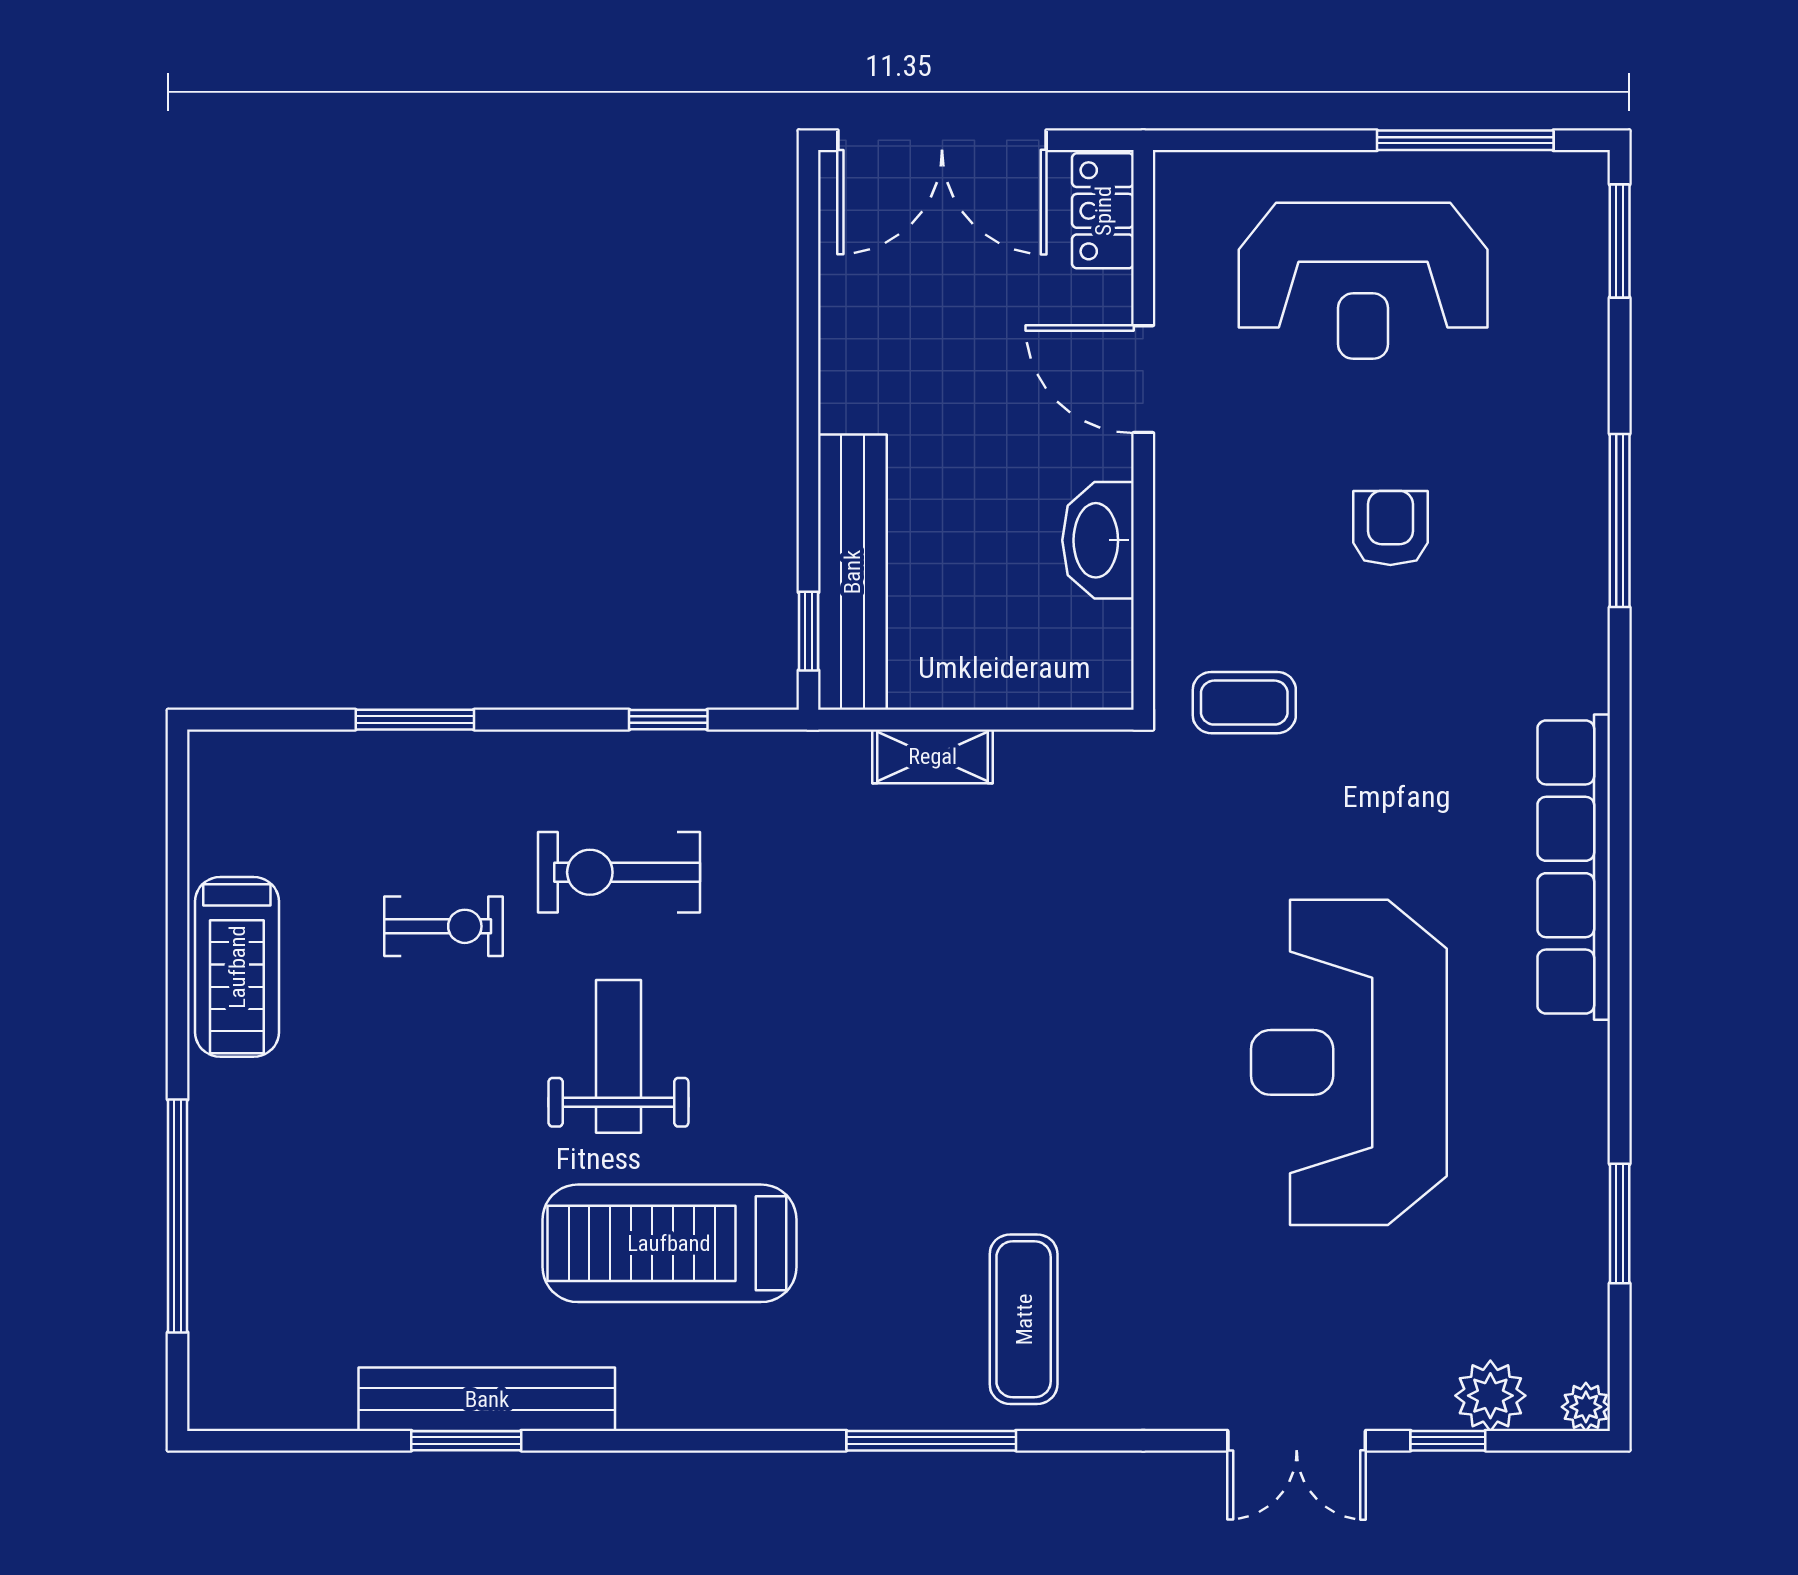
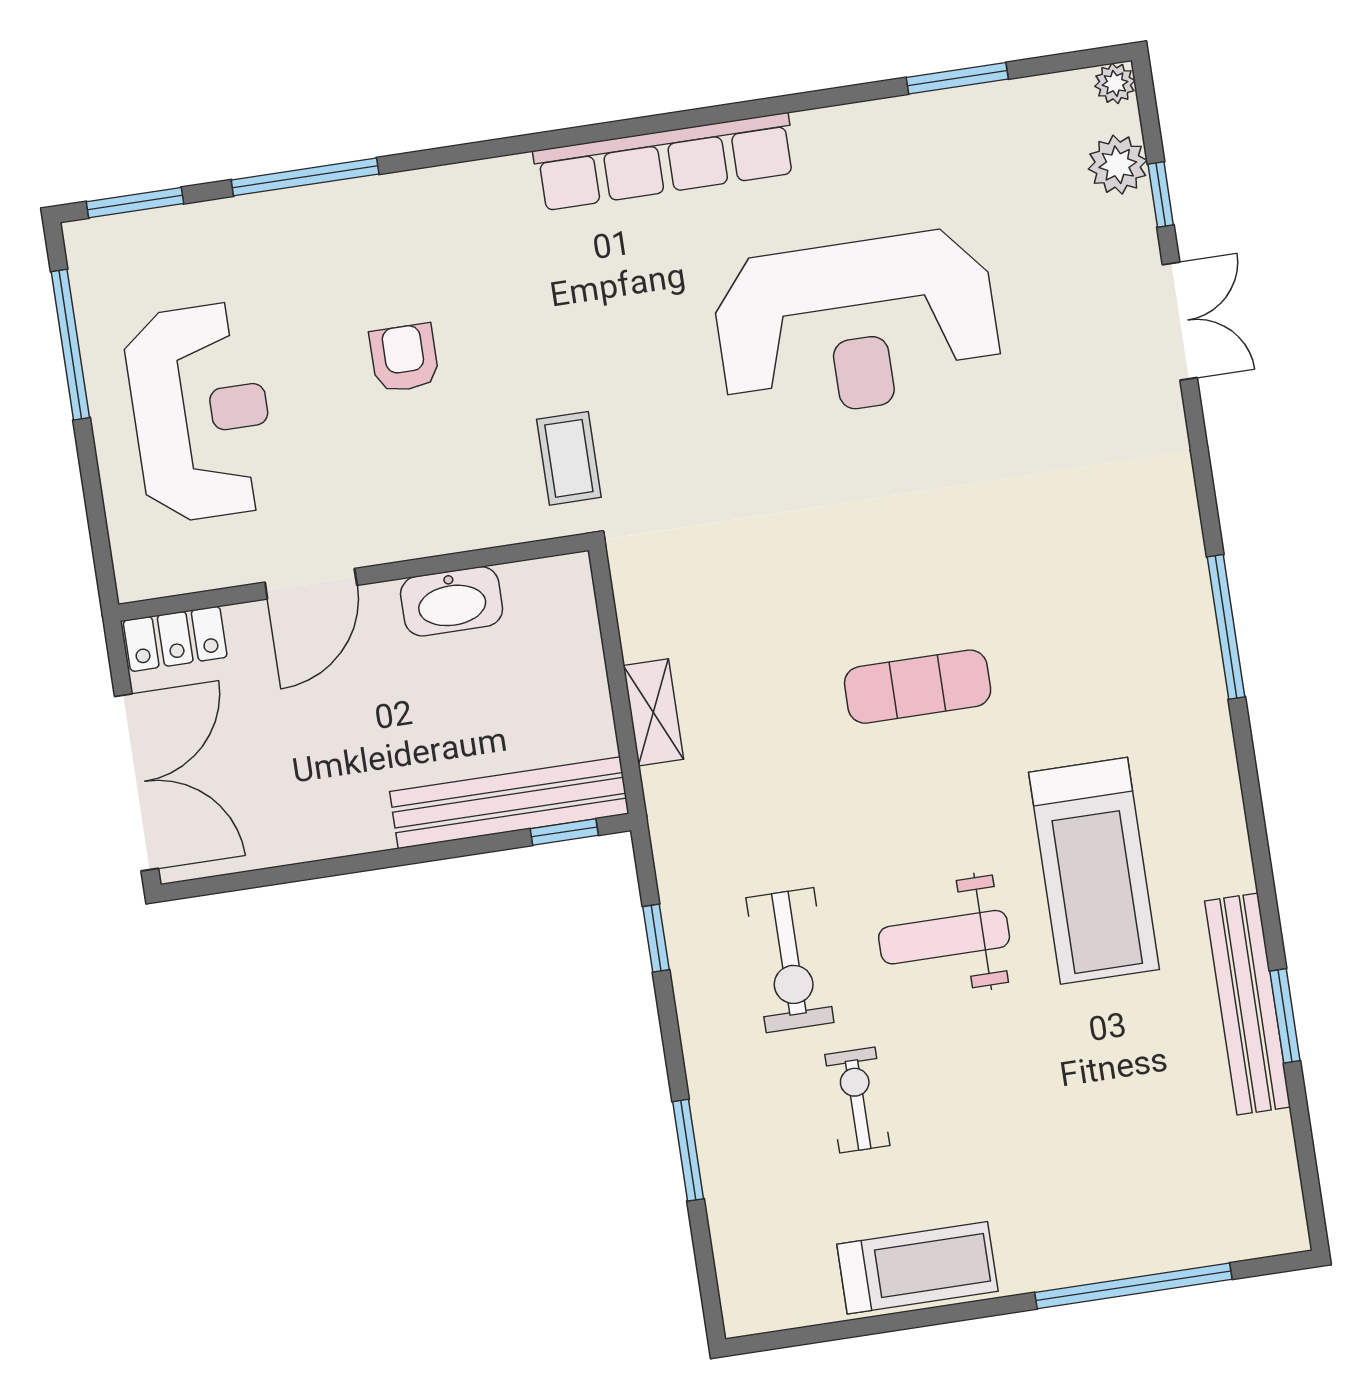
window: (1620, 521) -> (305, 177), moved
armchair: (1390, 528) -> (404, 358), turned 90
exercise mat: (1024, 1319) -> (918, 687), moved

